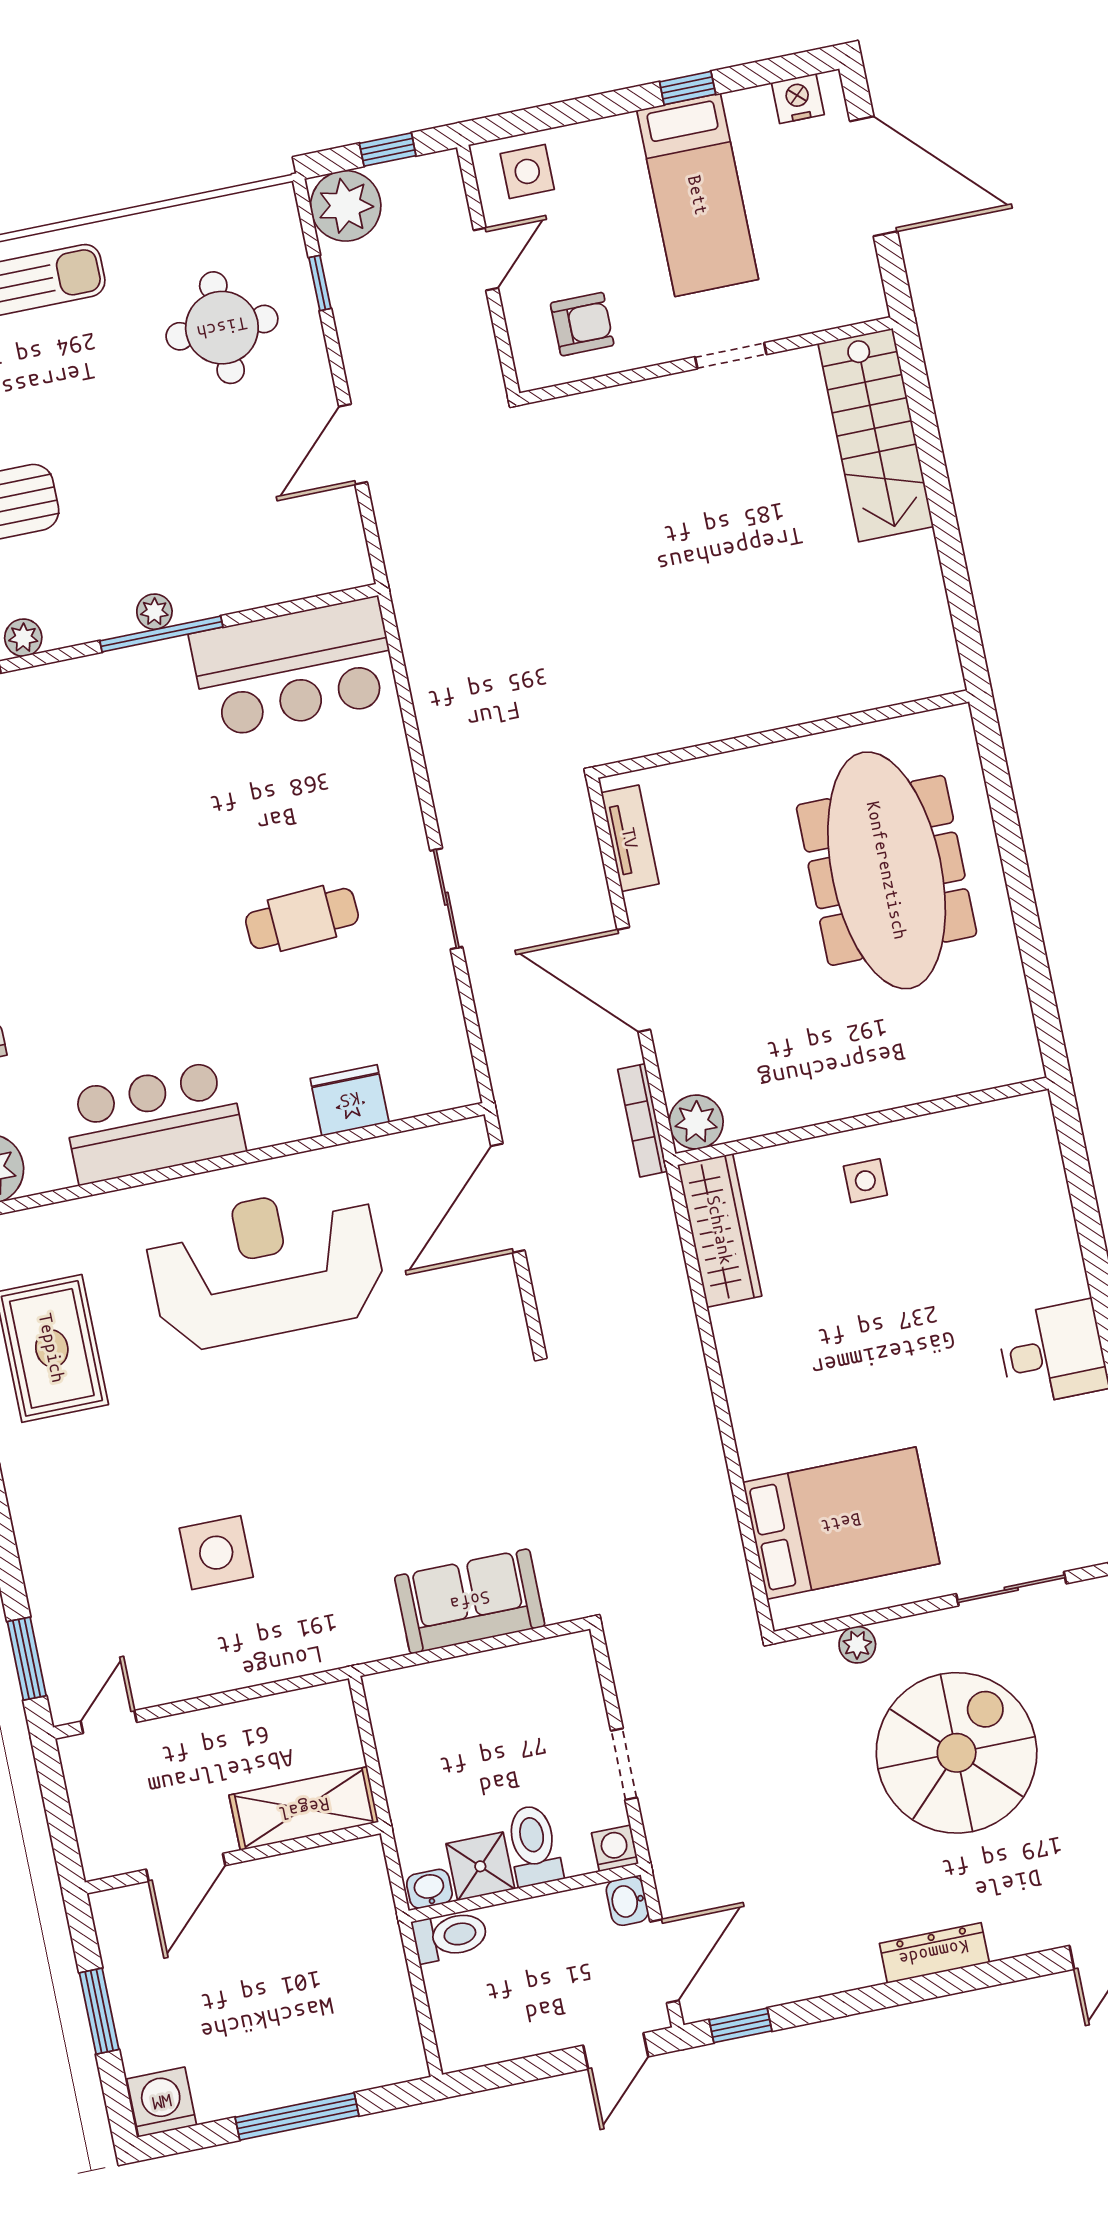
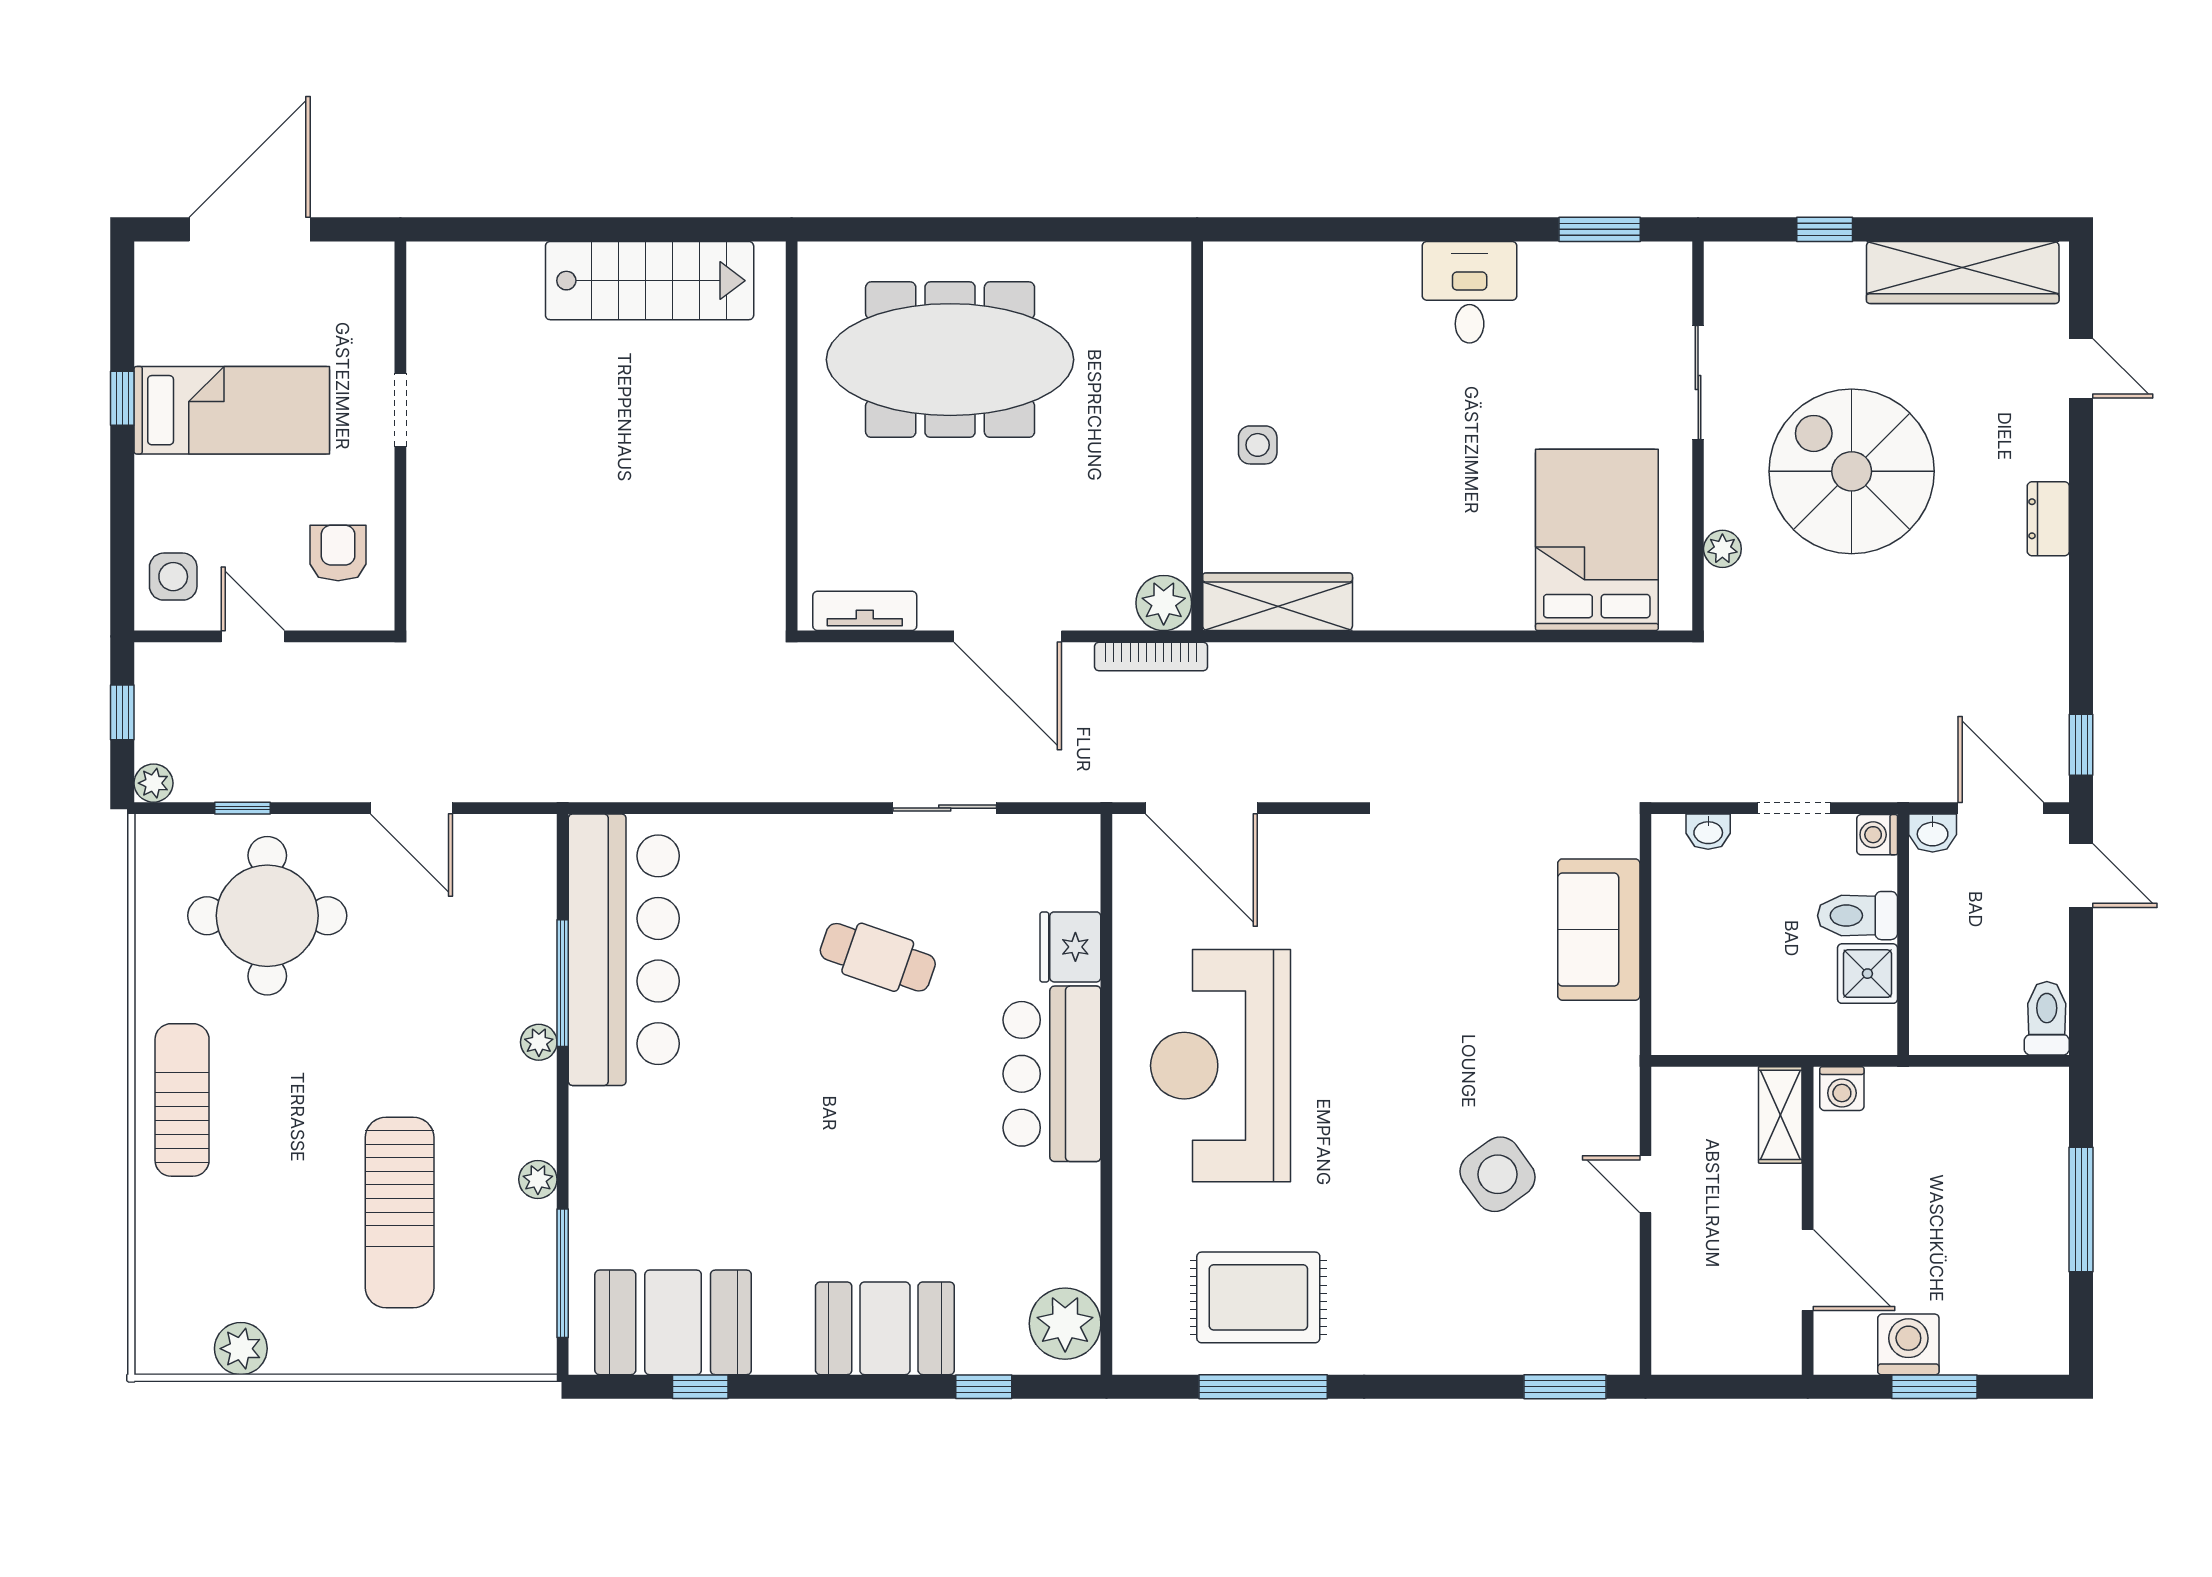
nightstand: (798, 99) -> (156, 290), removed
plant: (346, 206) -> (154, 783), width x0.53, depth x0.53
round table: (222, 328) -> (267, 916), width x1.36, depth x1.36
stairs: (876, 435) -> (650, 281), moved
window: (161, 634) -> (563, 983), moved
bar counter: (294, 667) -> (624, 950), width x1.36
sliding door: (446, 899) -> (945, 808), moved
cafe table: (302, 918) -> (878, 957), turned -68
door: (634, 980) -> (1008, 636), hinge flipped
bar counter: (153, 1122) -> (1052, 1074), moved
side table: (216, 1553) -> (1498, 1174), turned -36
door: (109, 1722) -> (1646, 1184), moved
shelving: (304, 1809) -> (1780, 1115), width x0.67, depth x0.75
washing machine: (365, 1865) -> (1842, 1089), added
washbasin: (429, 1889) -> (1708, 832), moved, turned -90
toilet: (450, 1936) -> (2047, 1018), moved
dresser: (934, 1953) -> (2048, 519), width x0.70
washing machine: (162, 2102) -> (1908, 1344), moved, turned 90

